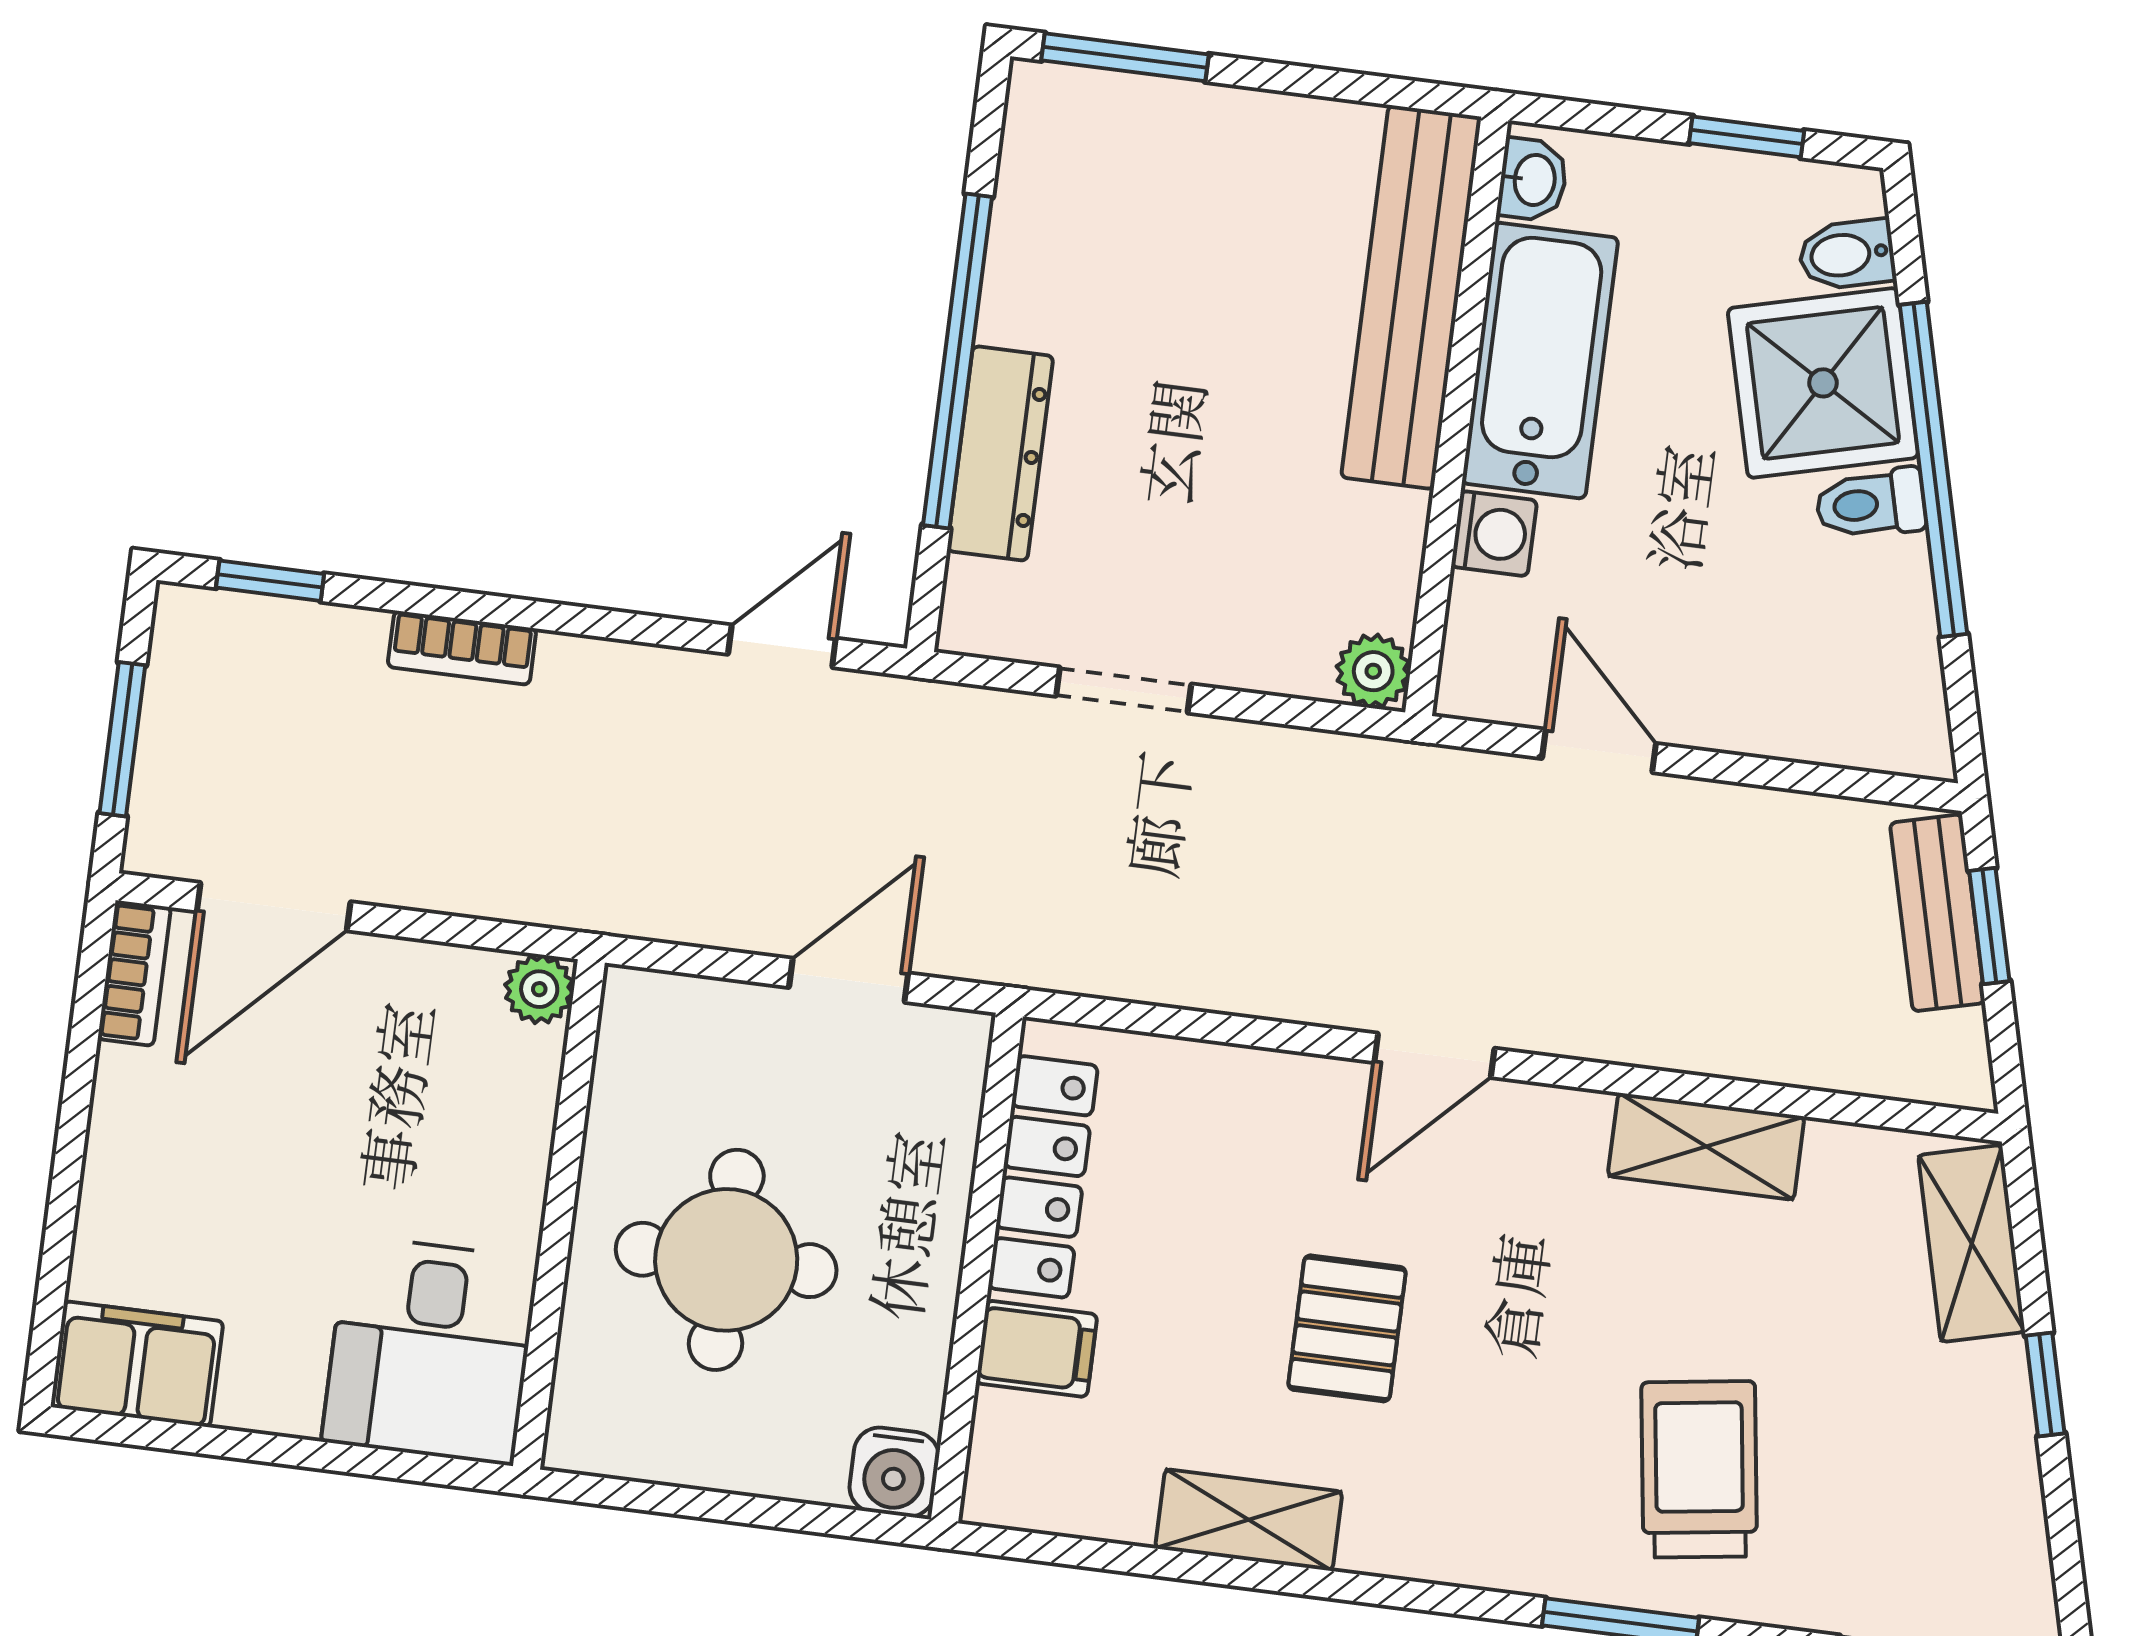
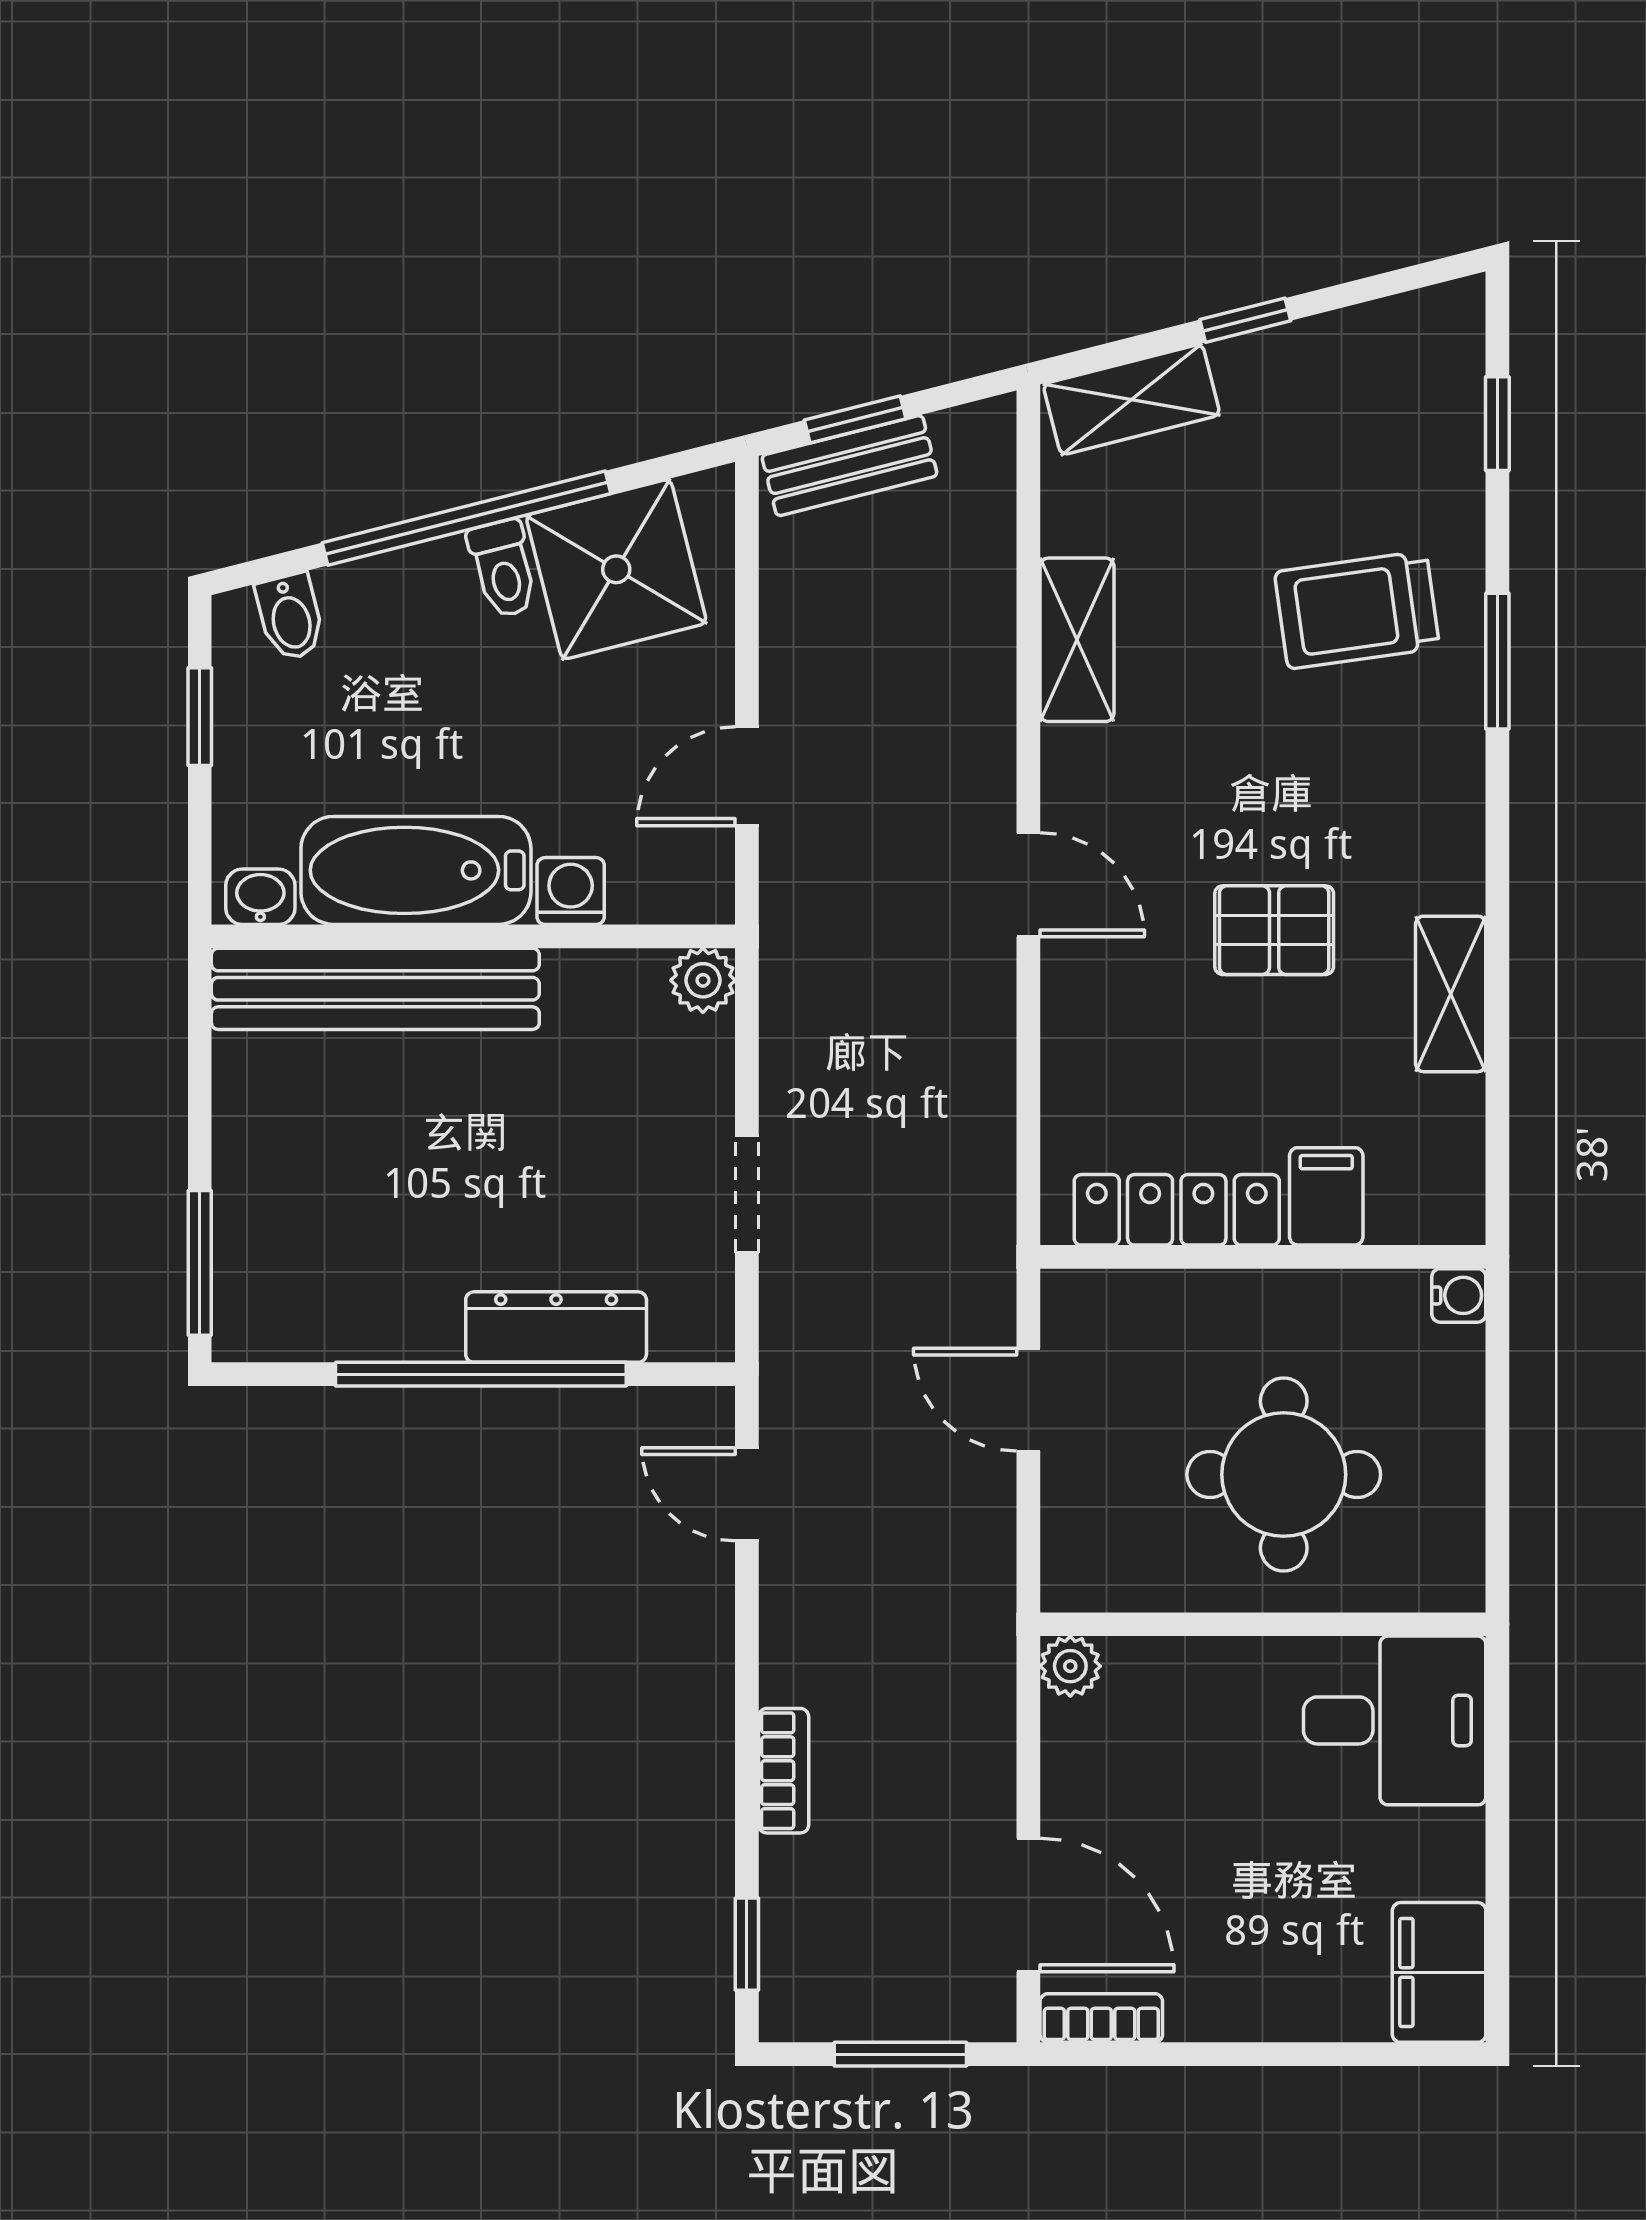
shower: (1823, 383) -> (616, 569), moved
water cooler: (894, 1472) -> (1459, 1295), width x0.72, depth x0.72

